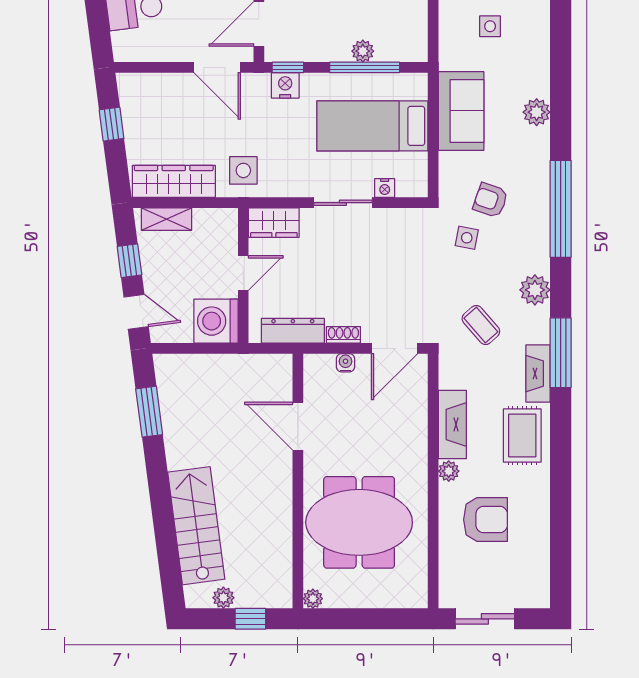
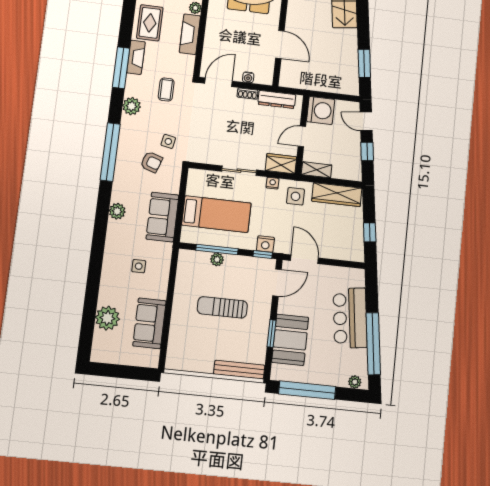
nightstand: (385, 188) -> (273, 183), moved
shelving: (166, 219) -> (317, 170), moved
coffee table: (481, 325) -> (166, 90), turned 41

